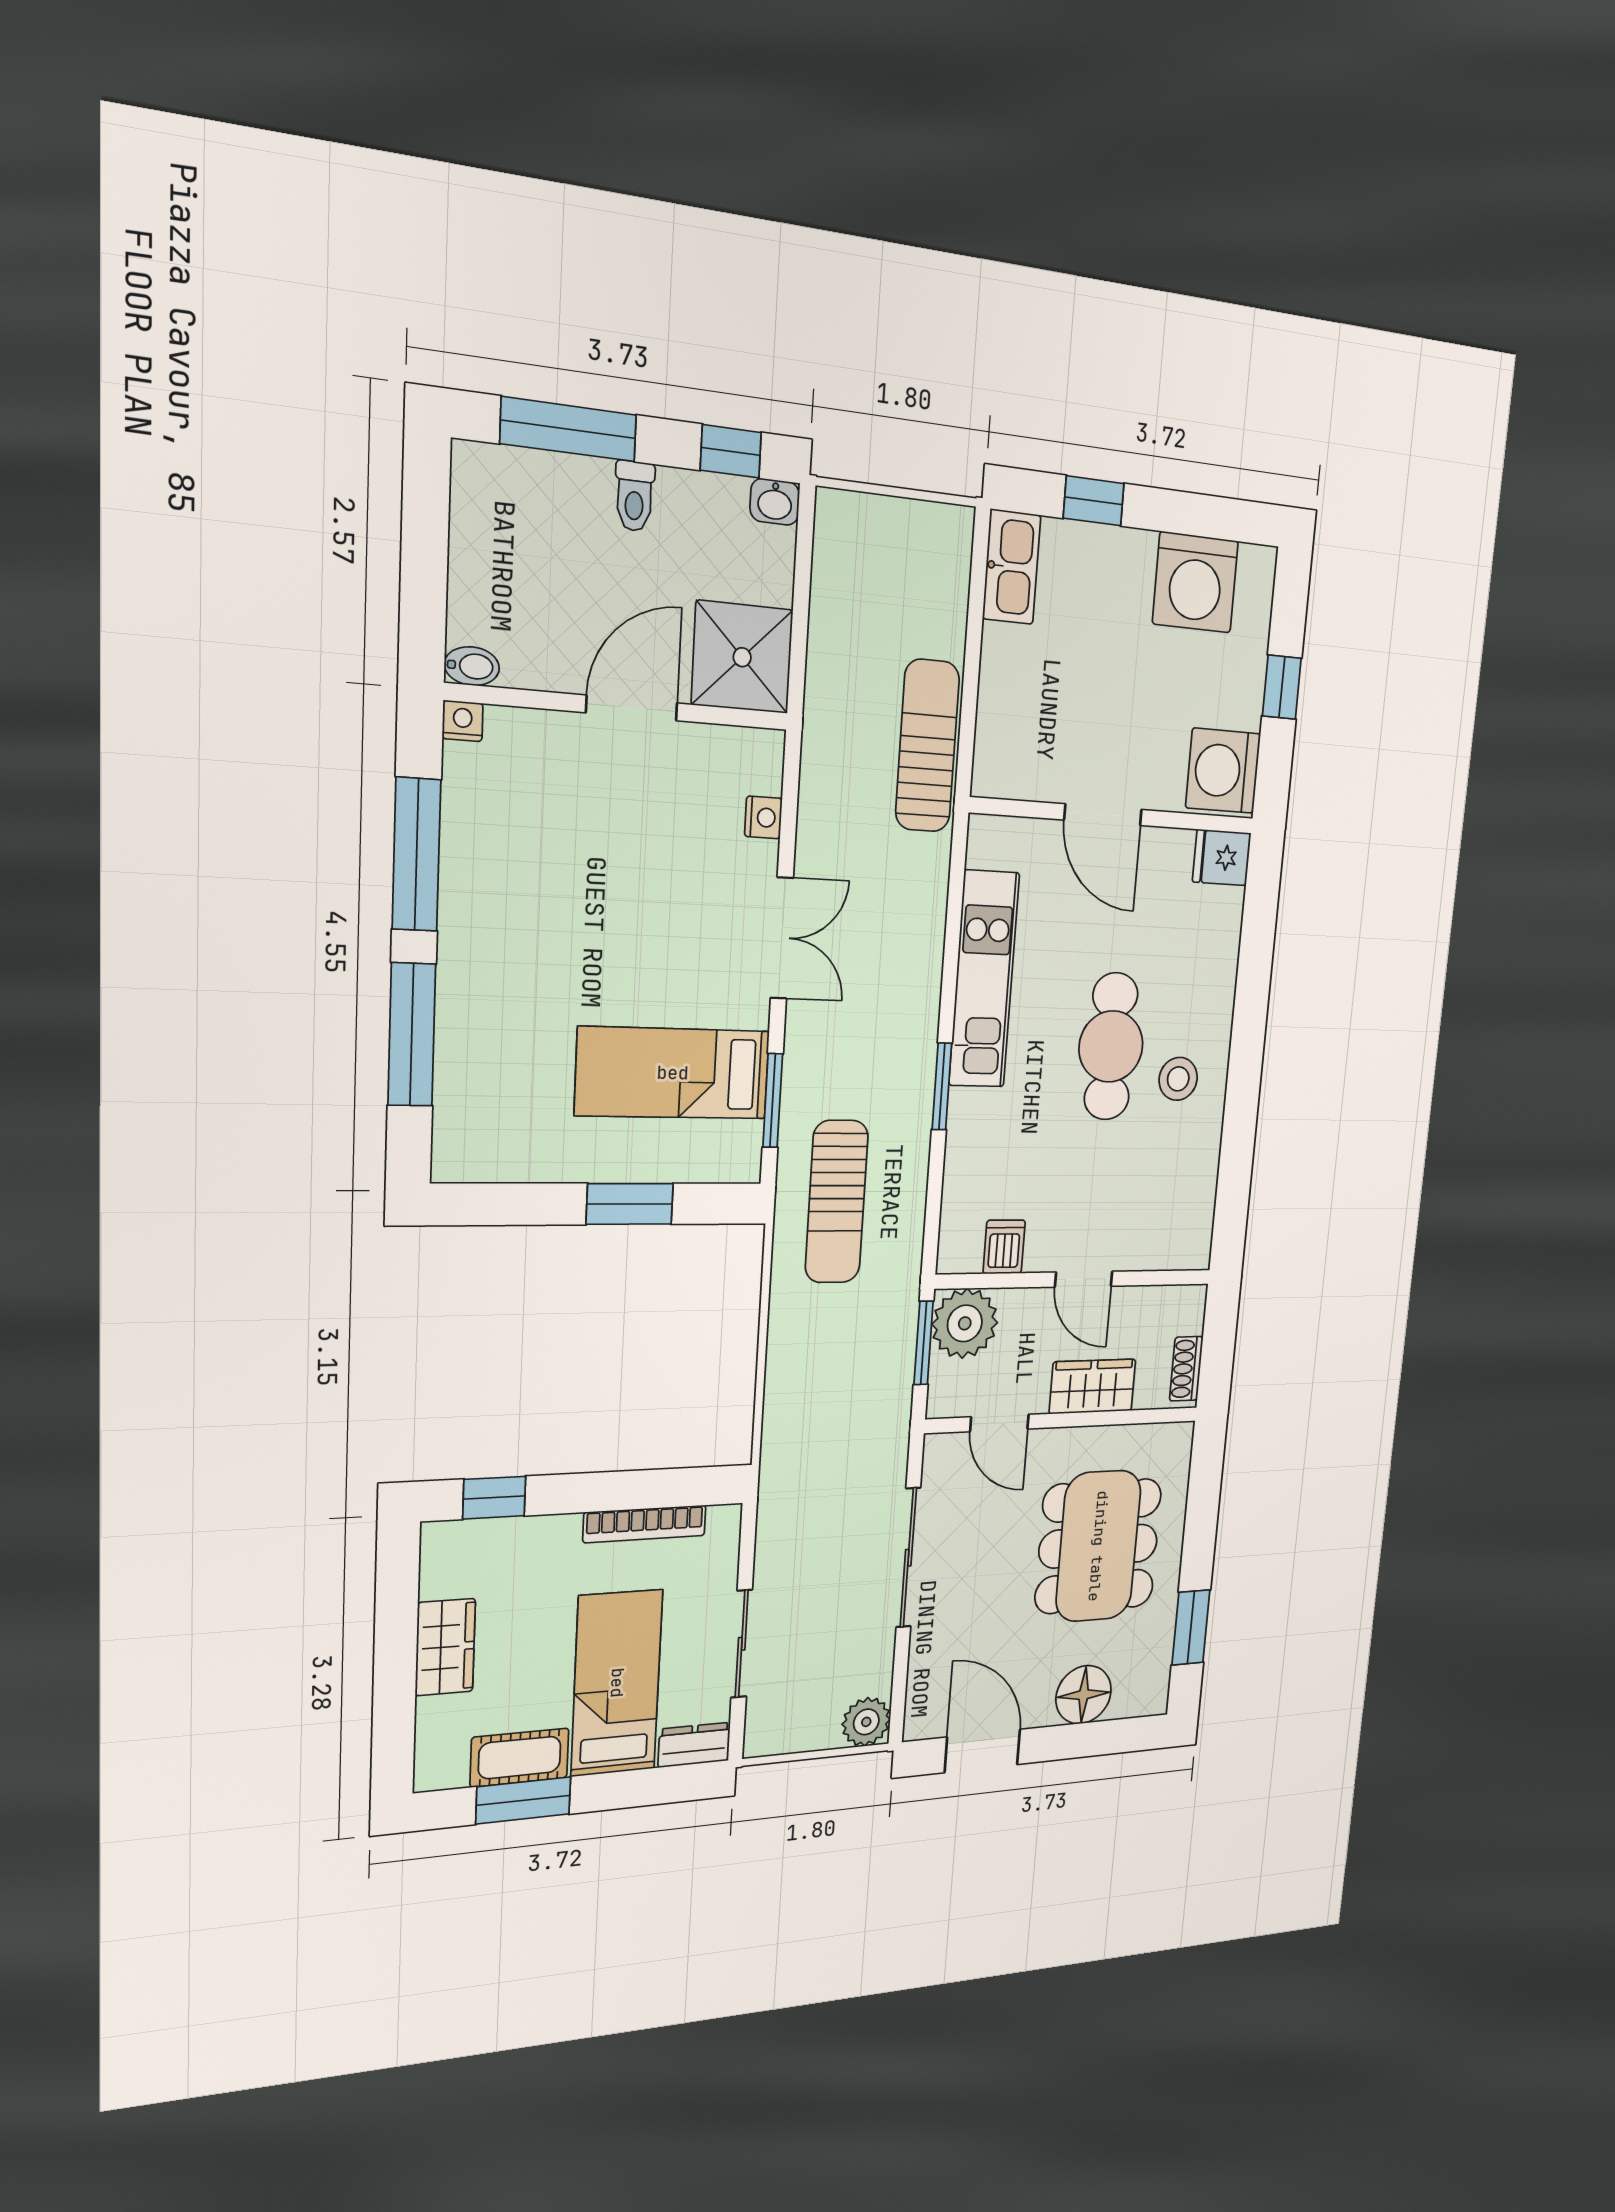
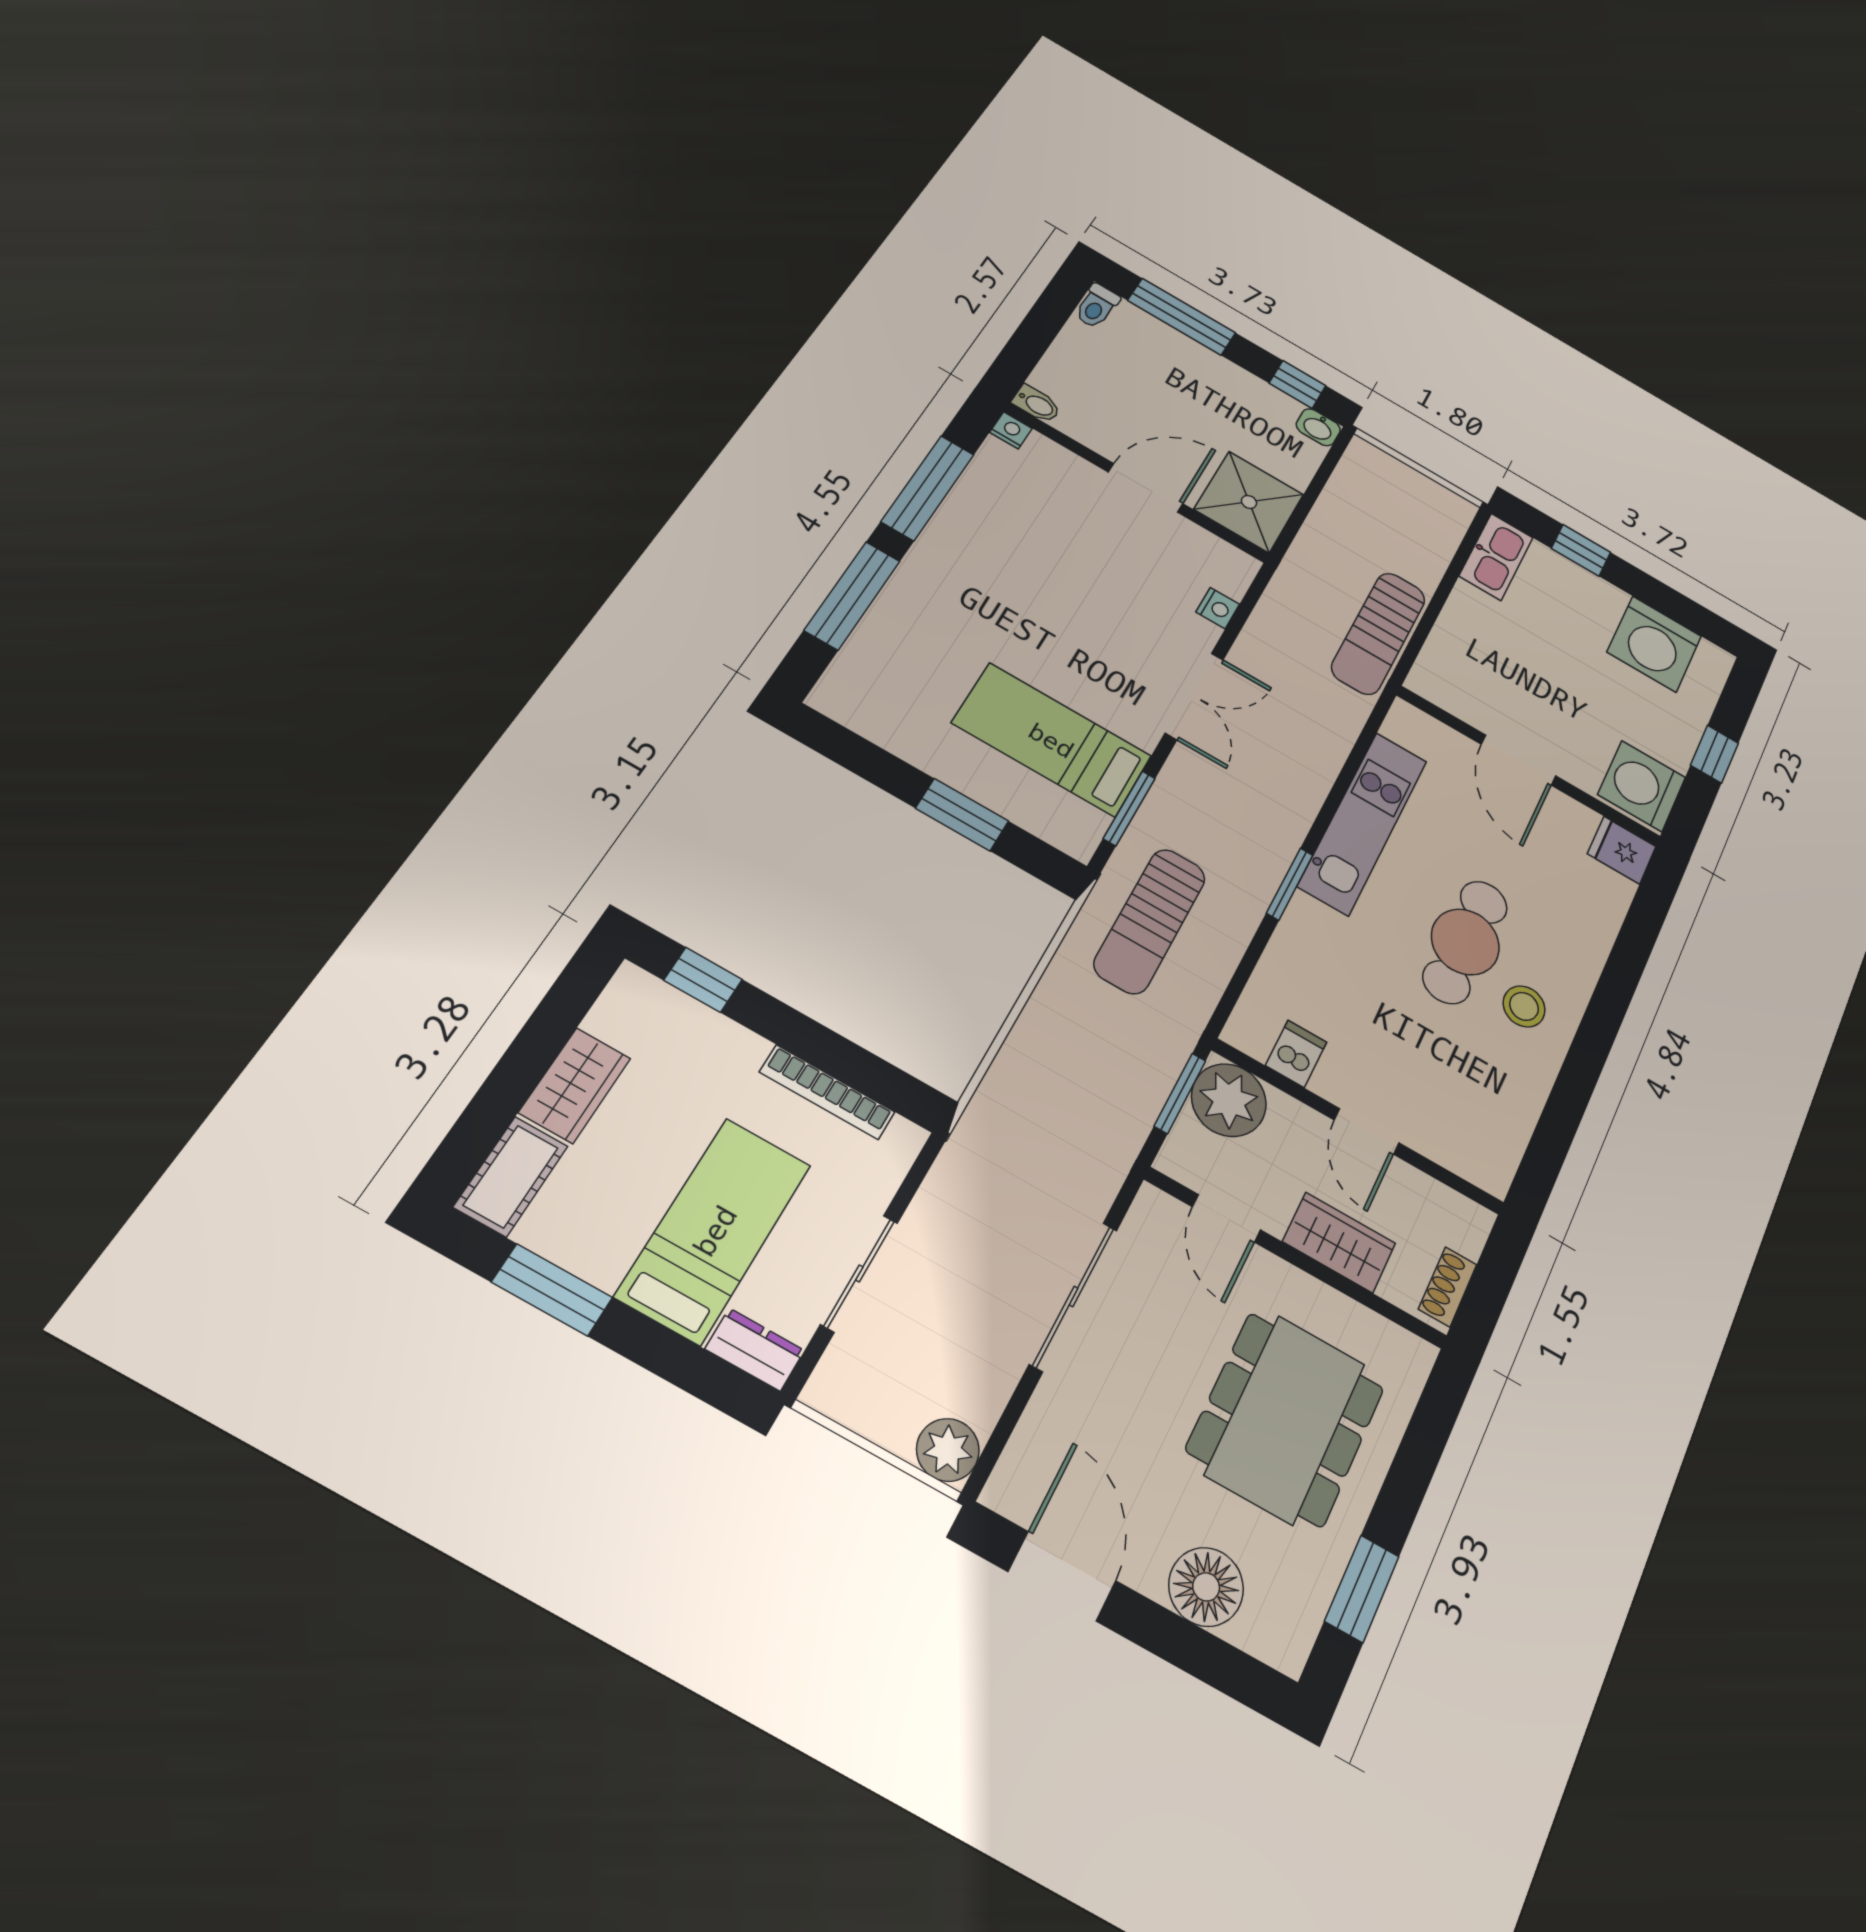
toilet: (634, 496) -> (1097, 306), moved
sun lounger: (927, 746) -> (1379, 633), turned 180
cot: (520, 1758) -> (511, 1176), moved, turned 90

